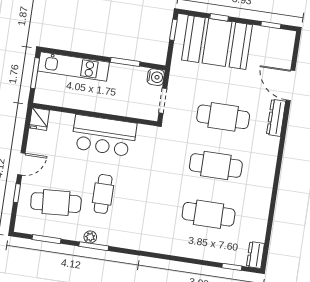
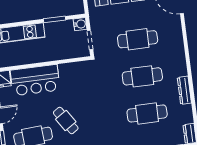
dresser: (276, 118) -> (184, 90), moved
bar counter: (104, 136) -> (35, 80), moved
cafe table: (103, 194) -> (66, 121), turned -33

